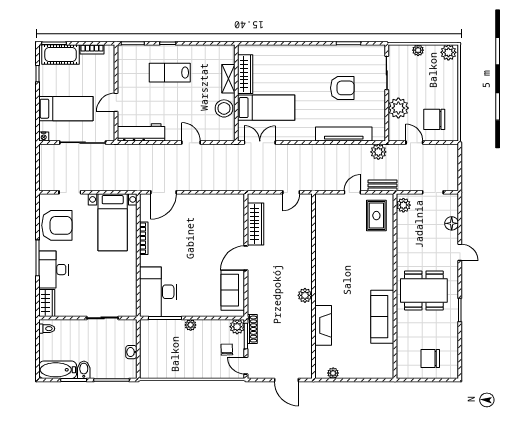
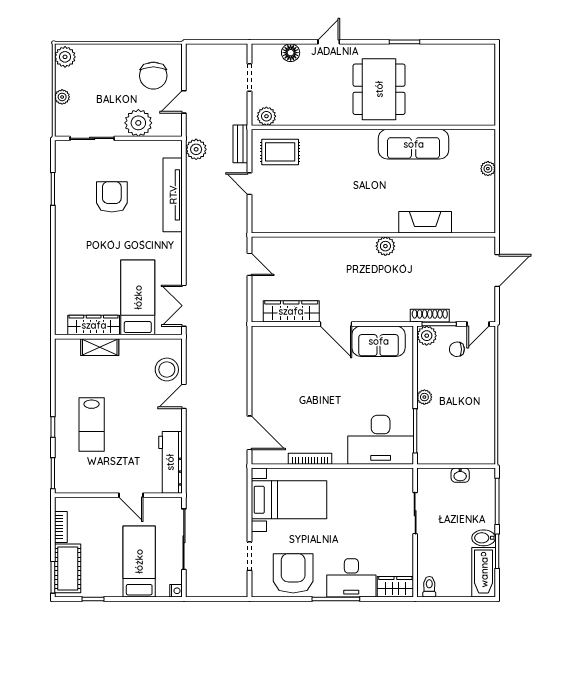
stool: (224, 108) -> (167, 370), moved
chair: (430, 359) -> (469, 81), removed
plant: (333, 373) -> (488, 169), moved

